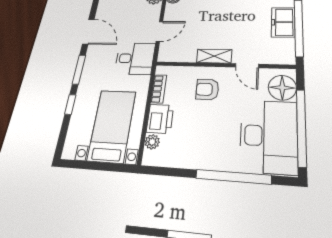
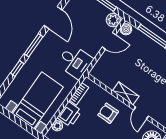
door: (160, 31) -> (109, 41), moved

